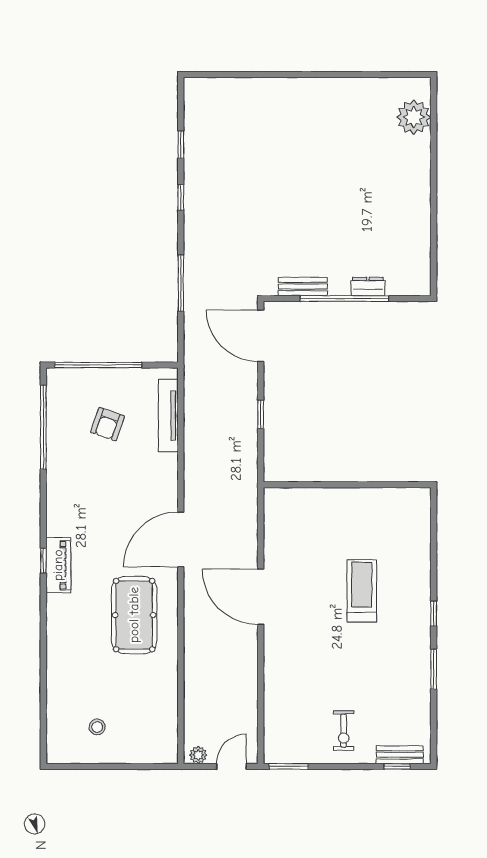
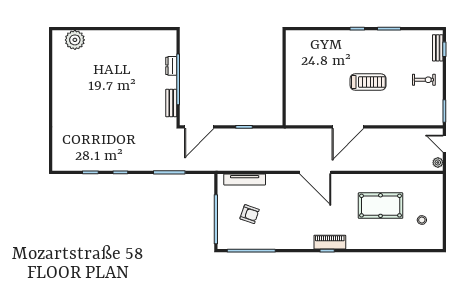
treadmill: (362, 591) -> (368, 82), moved, turned 180
pool table: (134, 615) -> (381, 206), moved

